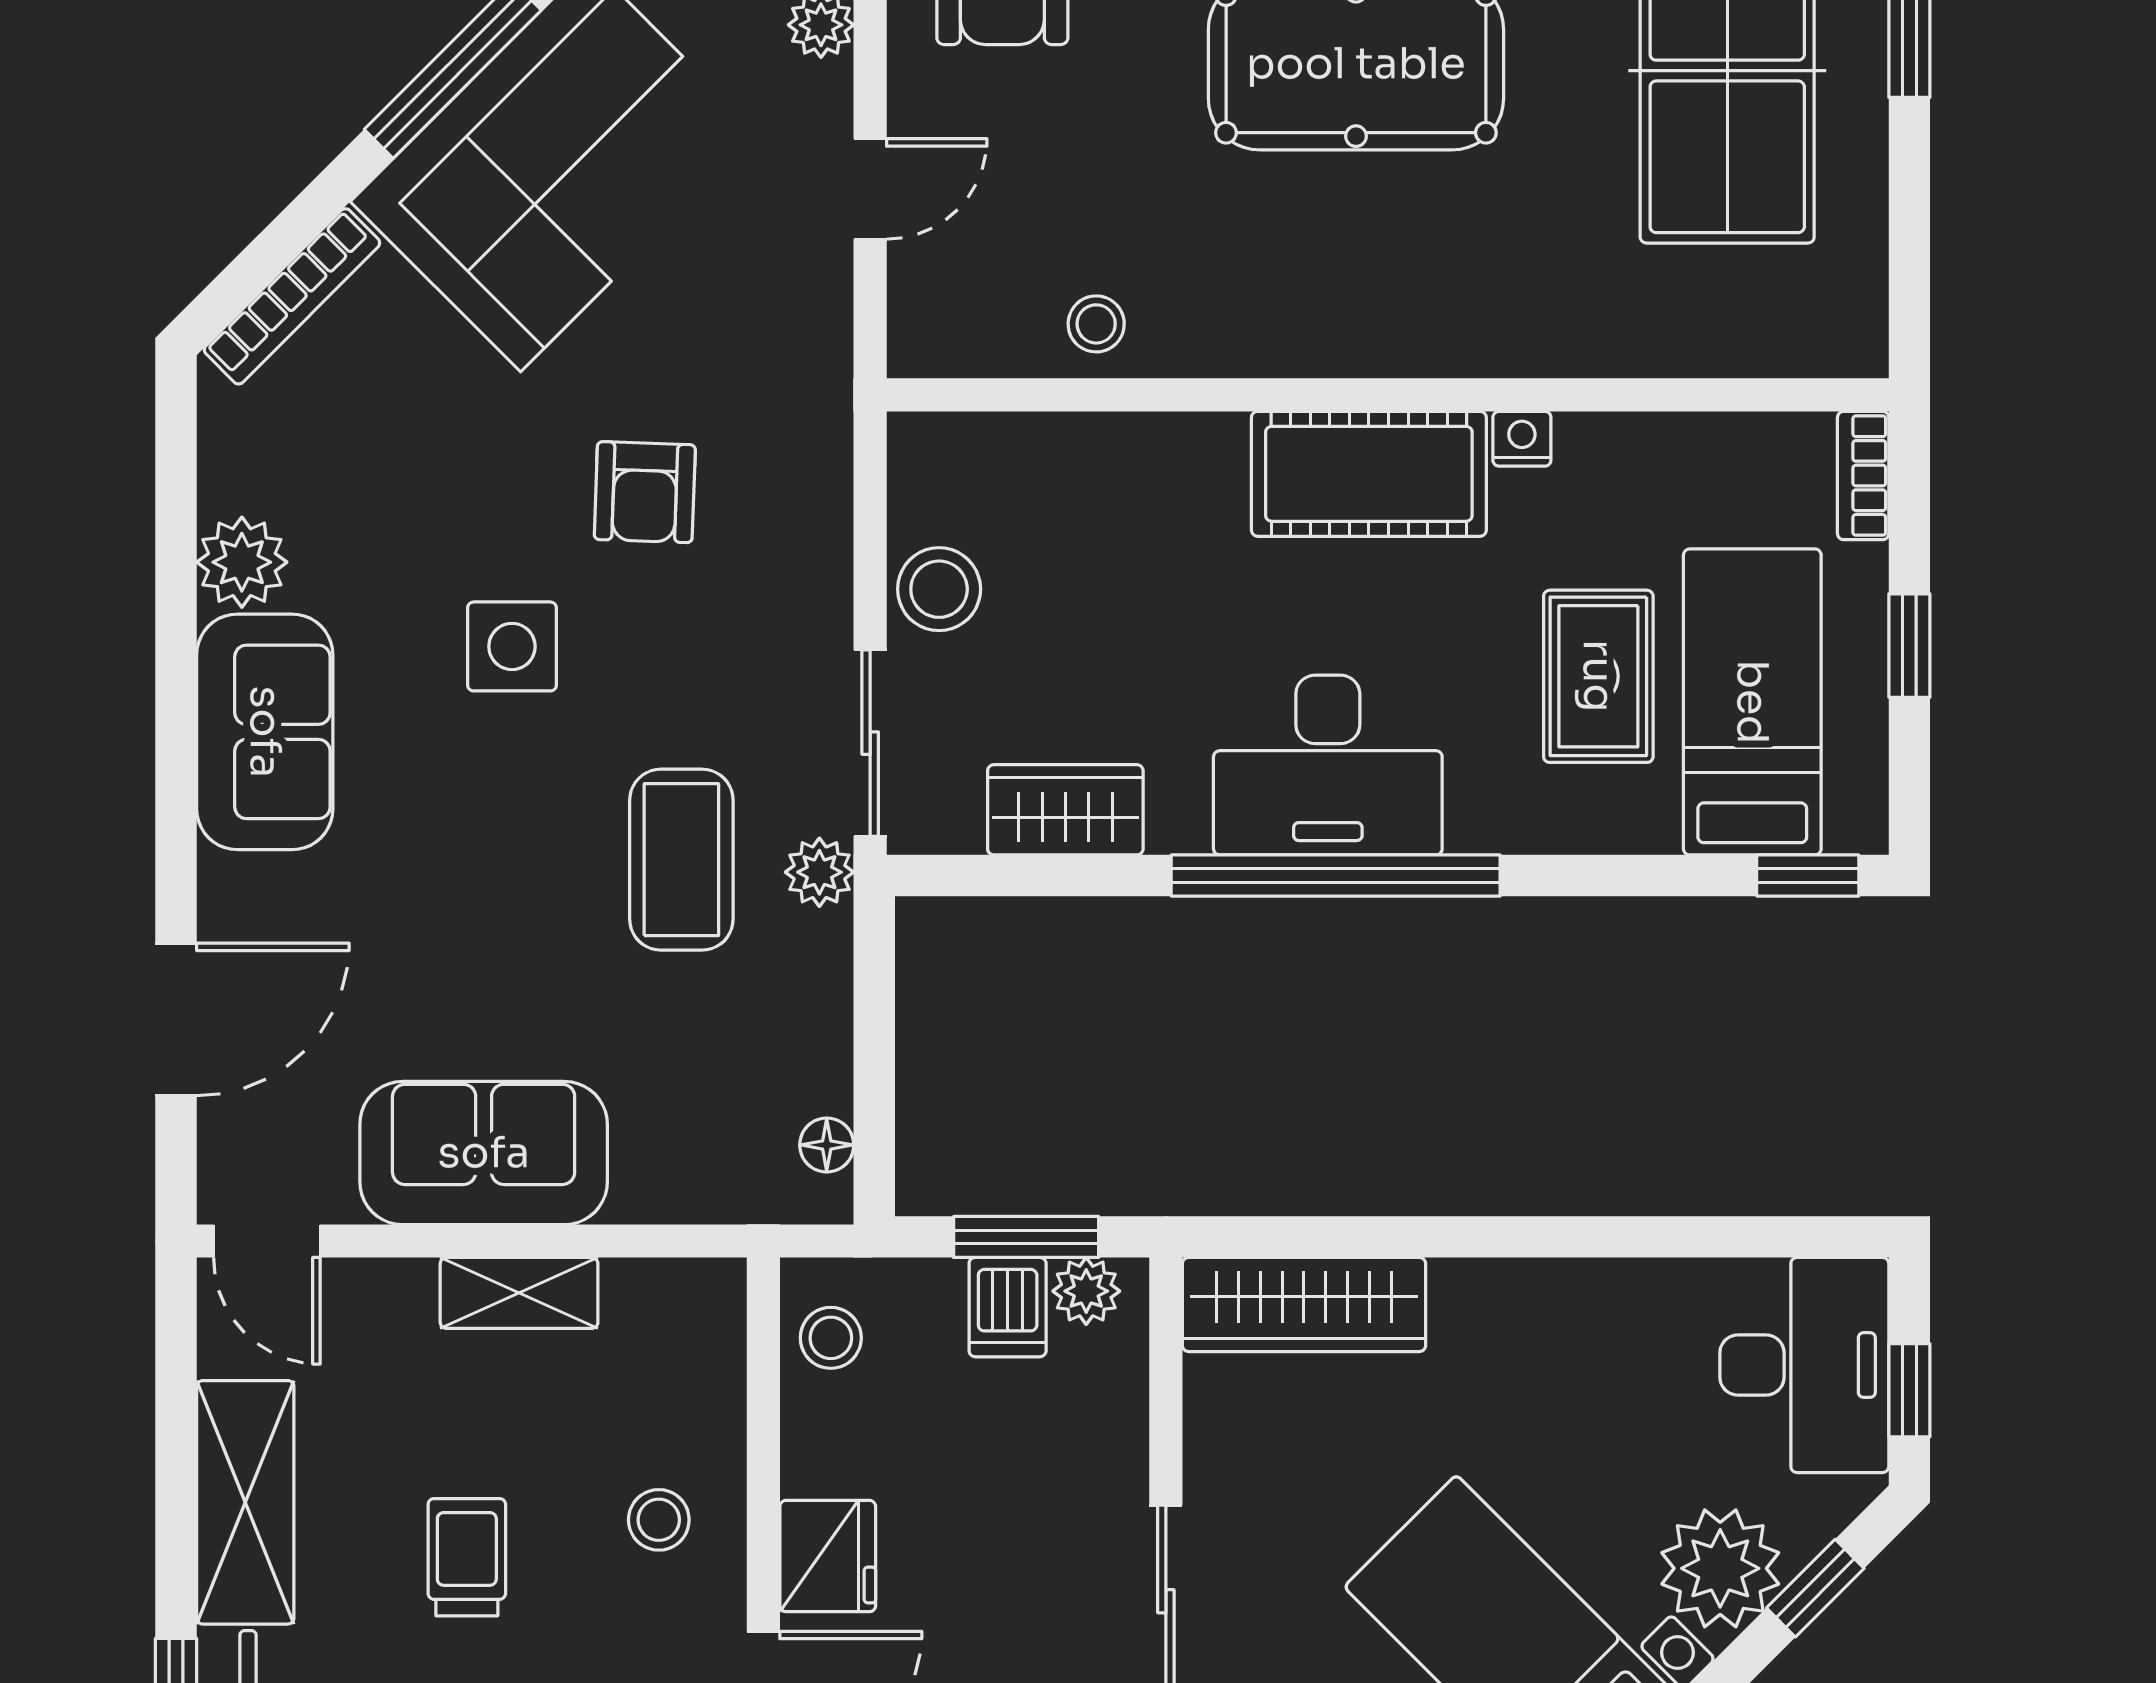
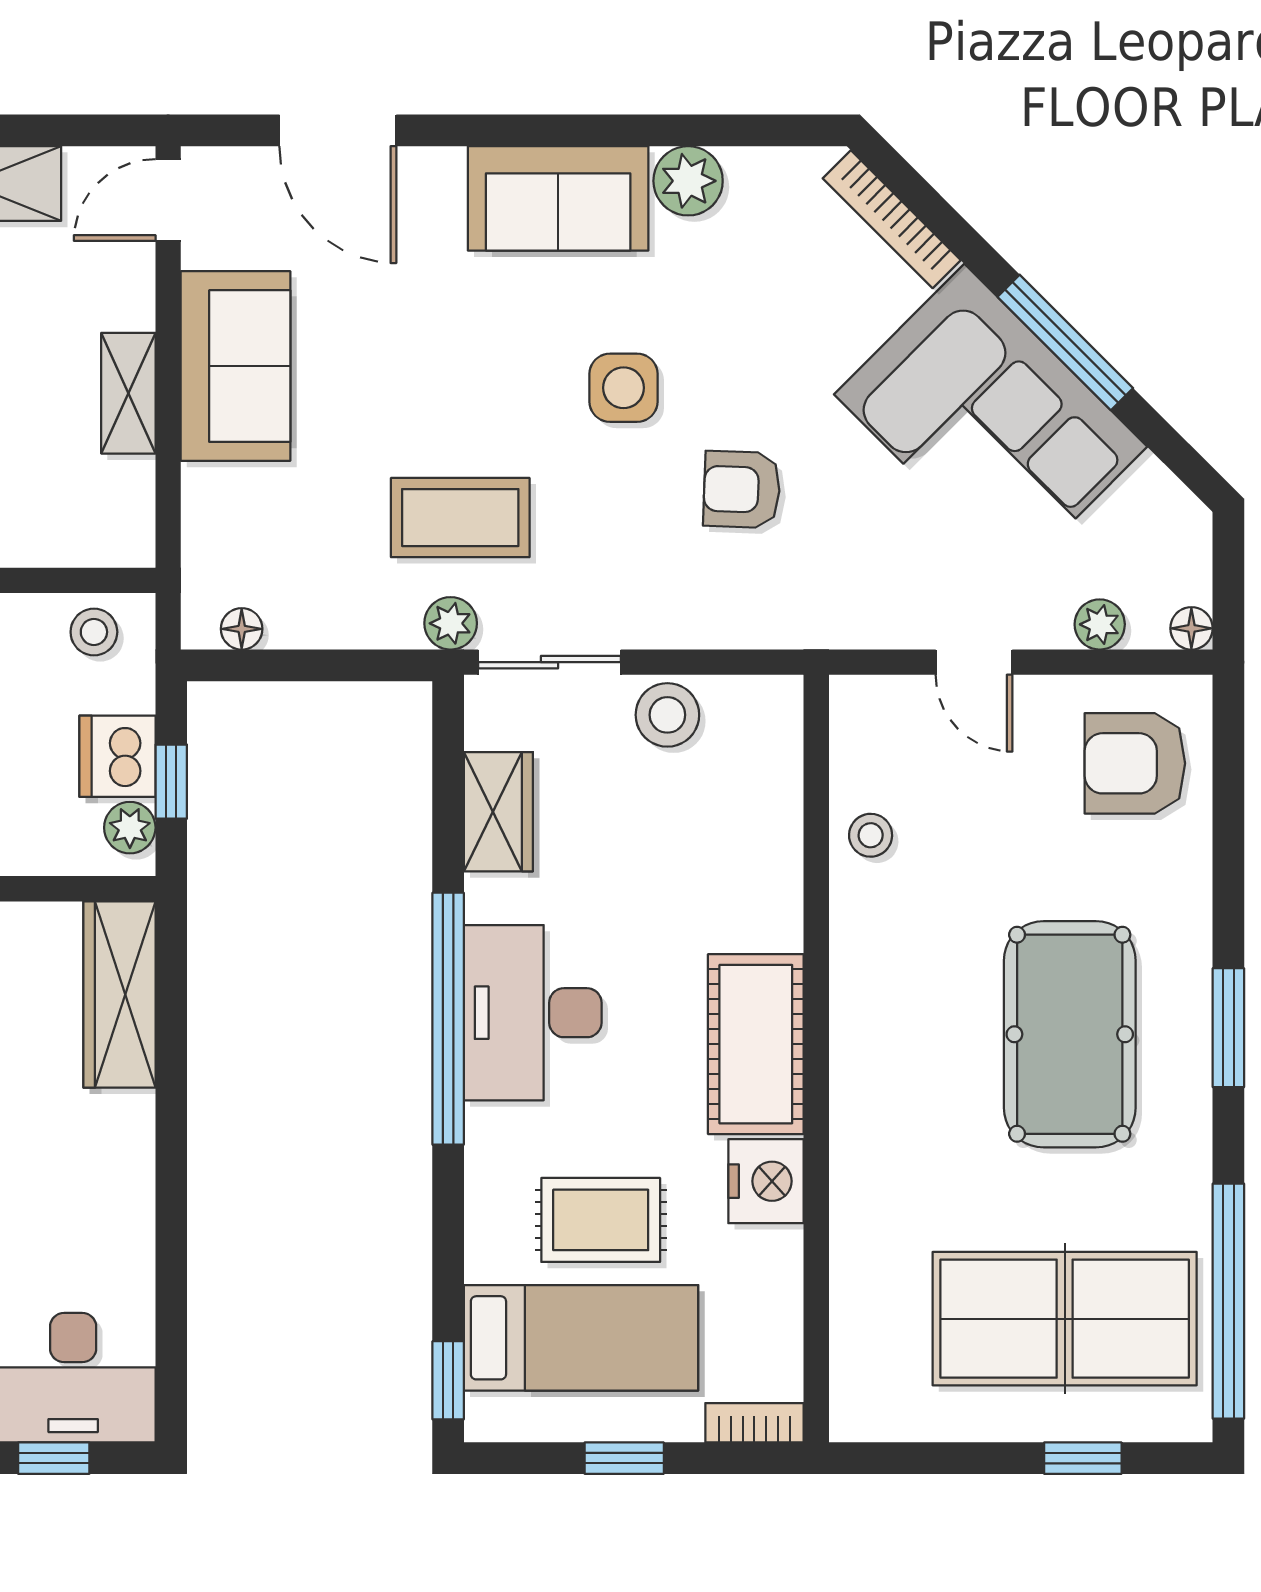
nightstand: (1522, 439) -> (766, 1181), width x1.89, depth x1.79
window: (1026, 1237) -> (171, 782), width x0.67
dishwasher: (1008, 1307) -> (117, 756), width x1.38

